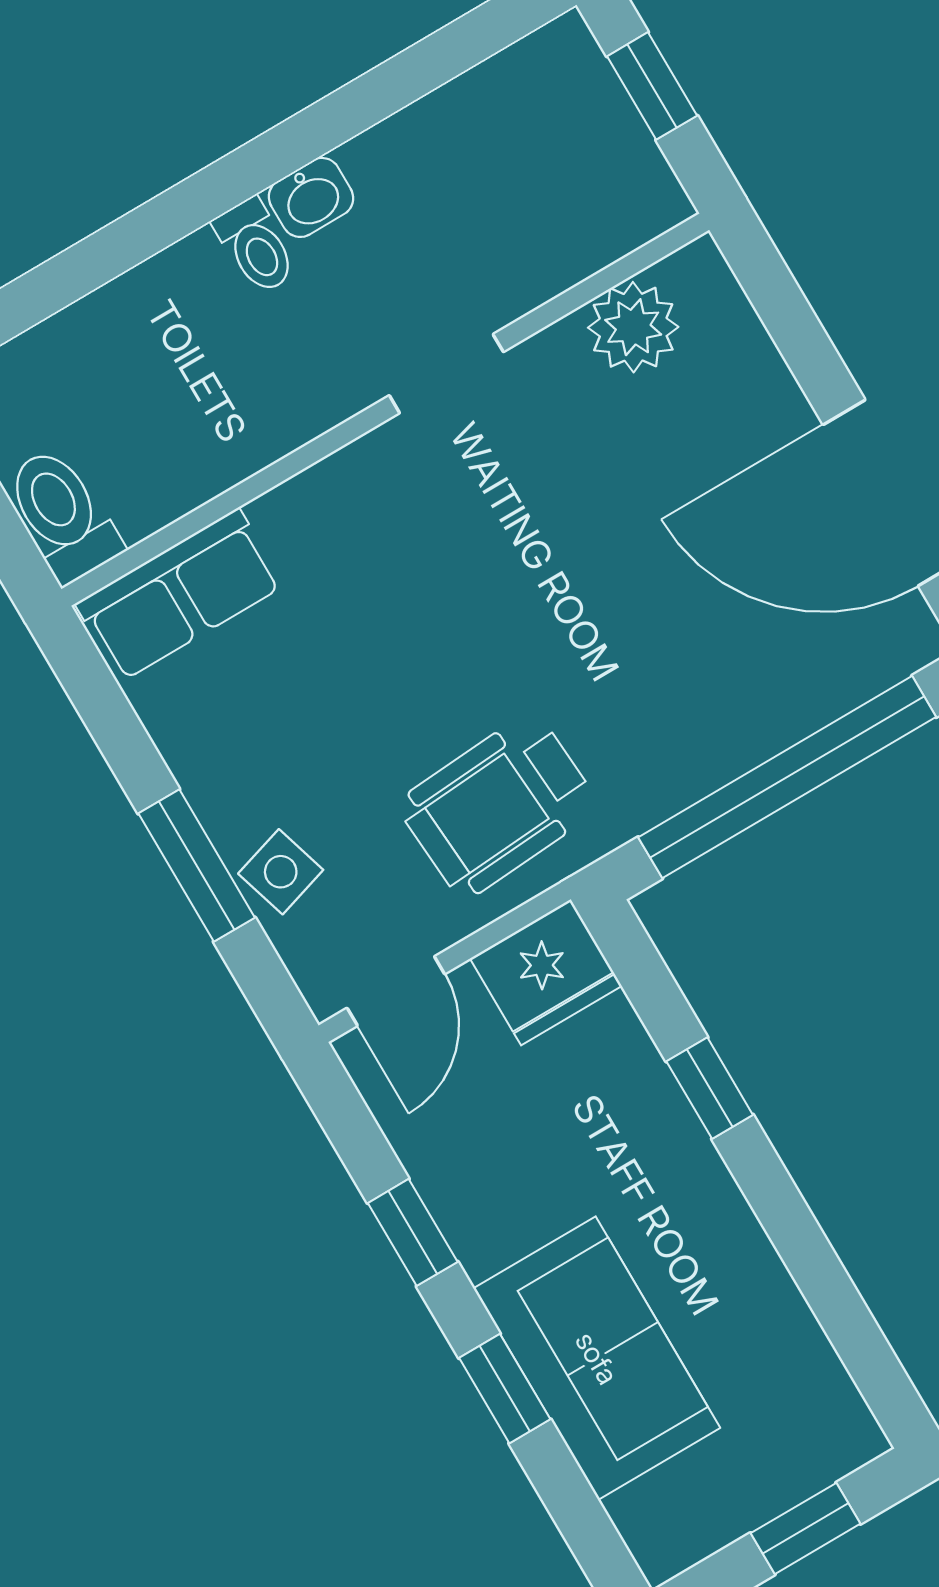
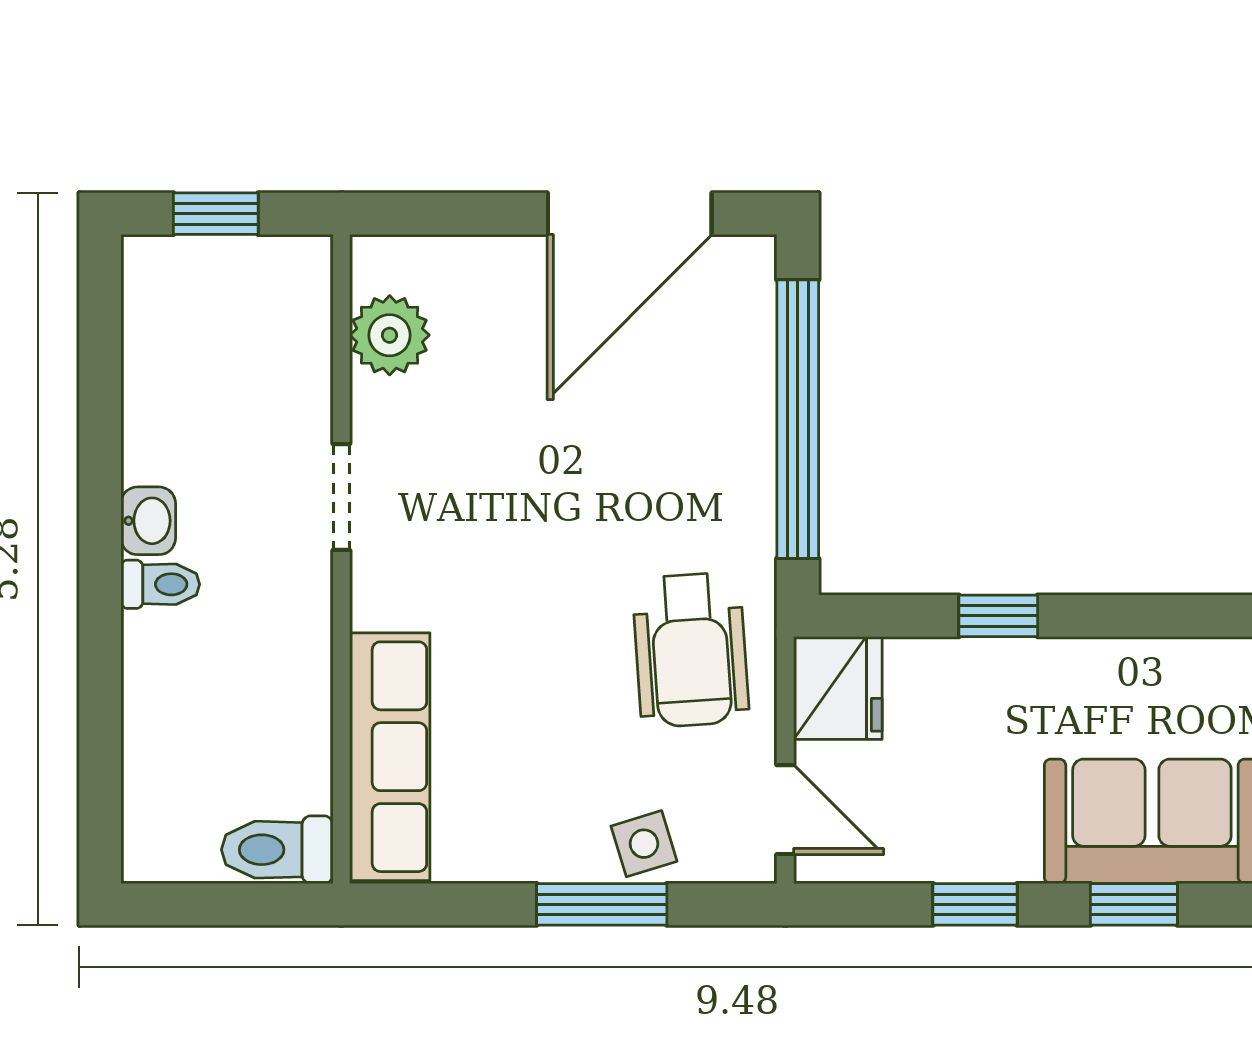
row of seats: (180, 595) -> (390, 757), width x1.48

